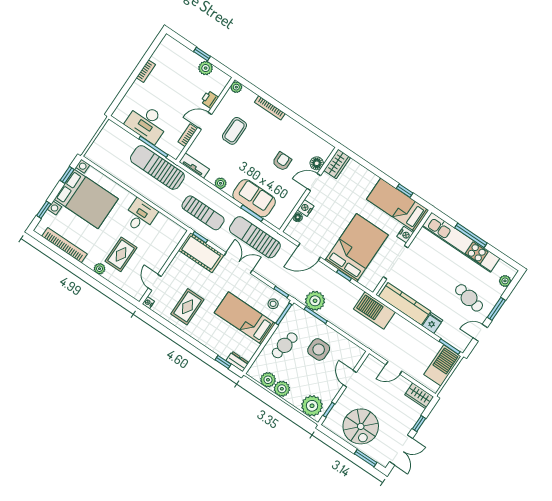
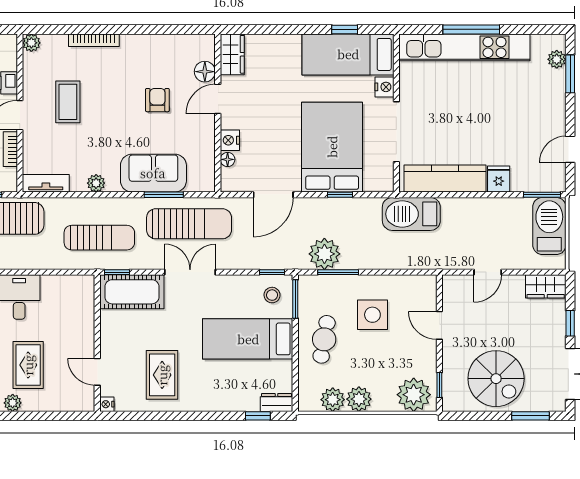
sun lounger: (255, 237) -> (189, 224), turned 180
cafe table: (469, 298) -> (525, 114), removed
window: (496, 309) -> (570, 74), moved

